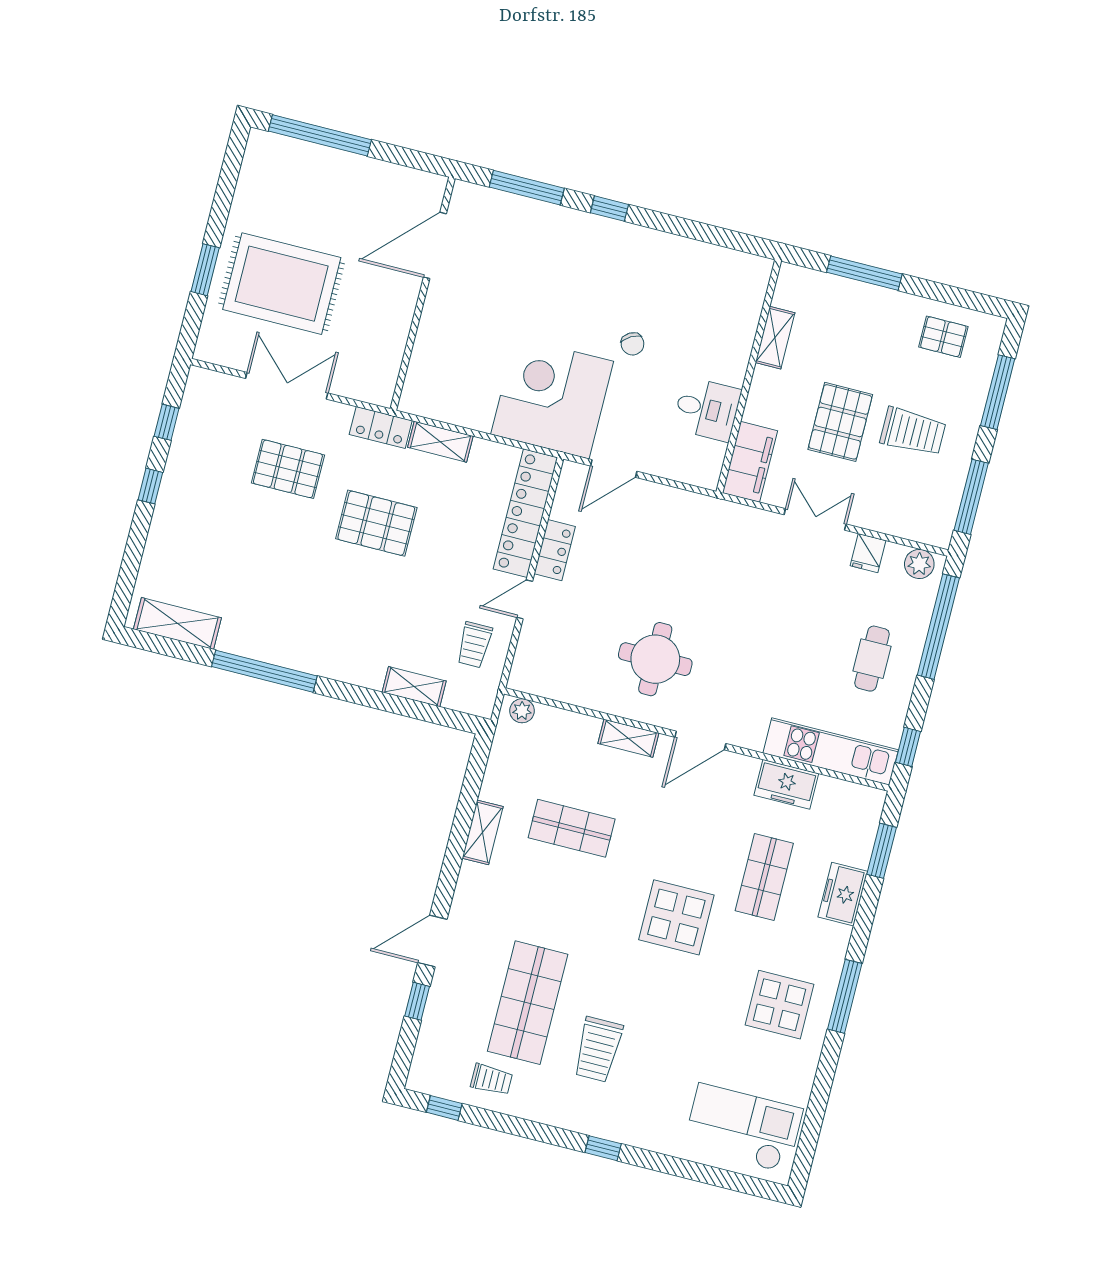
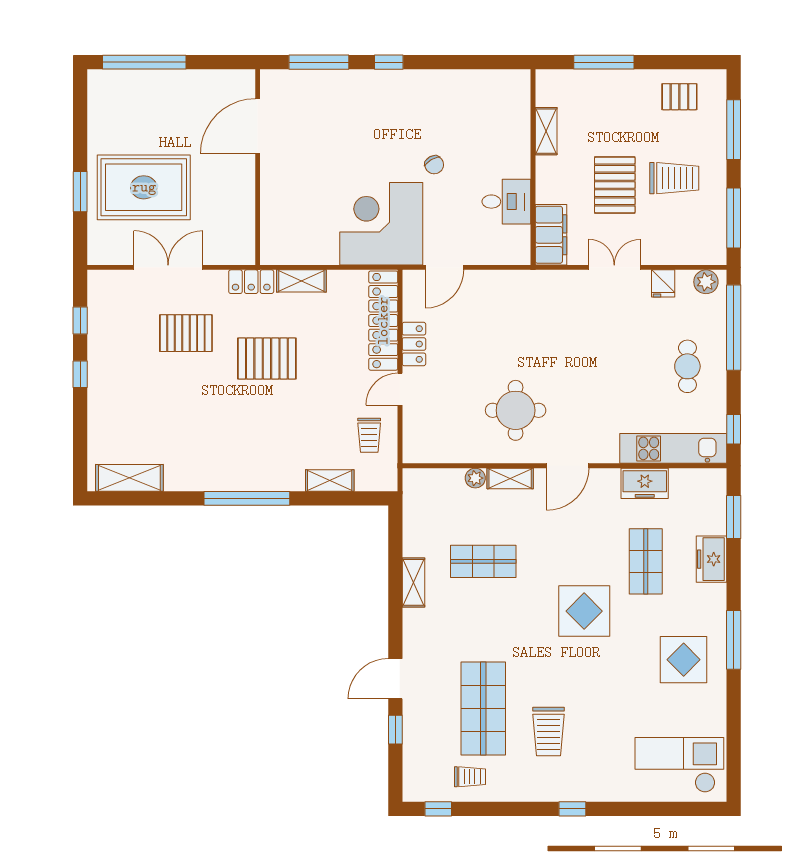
window: (264, 671) -> (247, 498), moved
plant: (522, 711) -> (475, 478), moved

